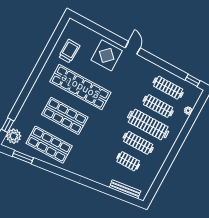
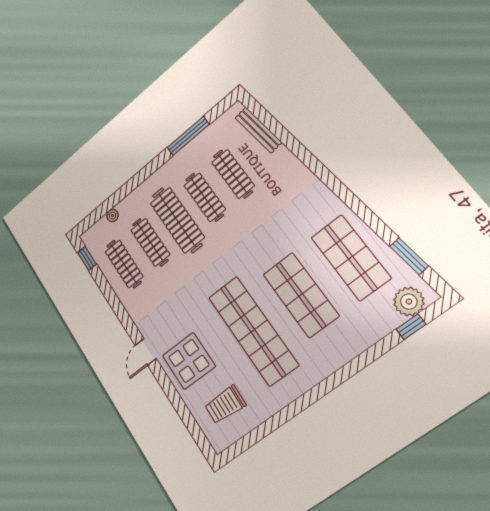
trolley: (69, 51) -> (225, 405), moved
clothes rail: (128, 161) -> (233, 174), width x1.36
window: (163, 172) -> (188, 136), added

